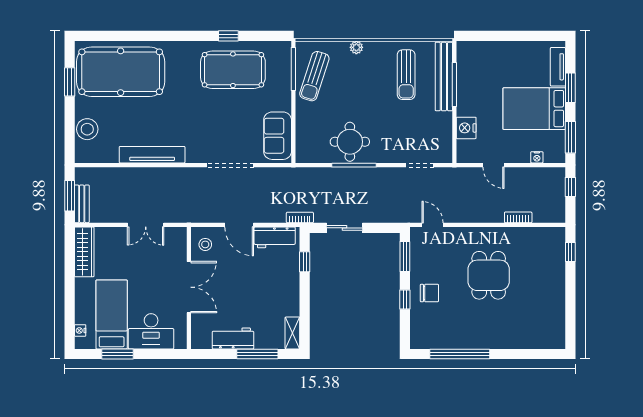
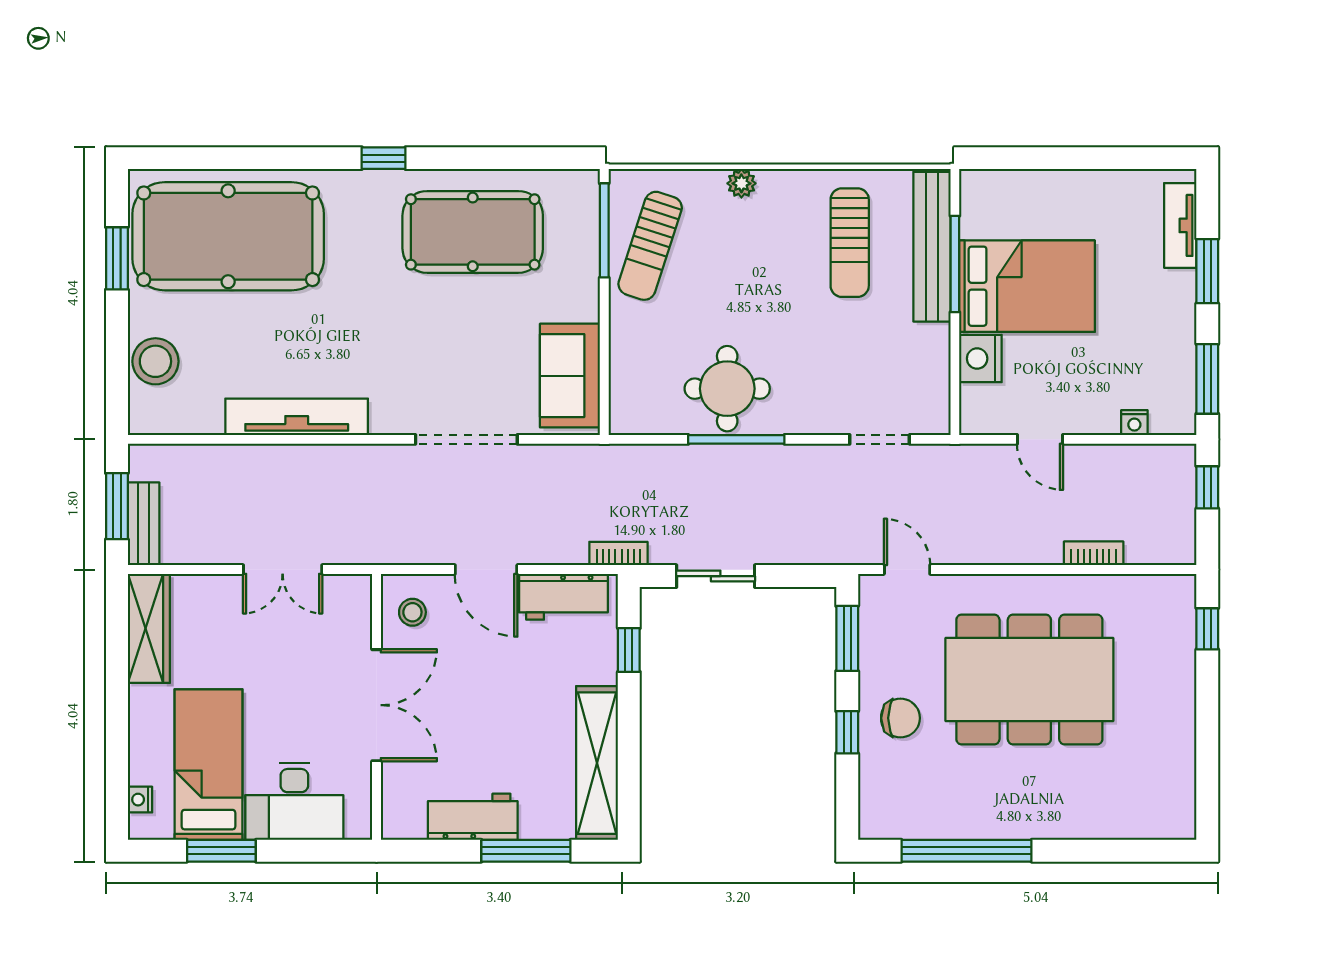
window: (228, 36) -> (384, 158), moved
bed: (534, 109) -> (1027, 286), moved, turned 180
dining table: (489, 275) -> (1029, 679), width x1.88, depth x1.24
shelving: (292, 333) -> (597, 763), width x2.20, depth x1.33

